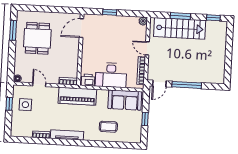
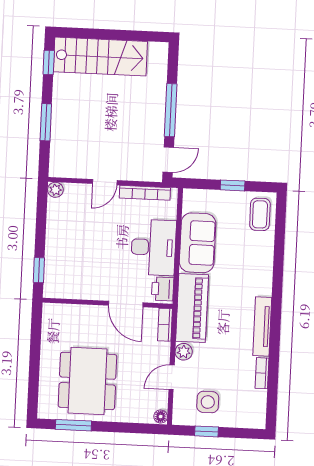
window: (110, 12) -> (39, 270), moved
door: (81, 28) -> (126, 304), moved
stairs: (180, 28) -> (100, 57), moved, turned 90
dining table: (37, 38) -> (87, 381), width x1.37
door: (159, 84) -> (168, 160), hinge flipped
plant: (53, 91) -> (184, 352), added
sofa: (125, 100) -> (198, 243), moved
coffee table: (108, 127) -> (260, 214), moved

